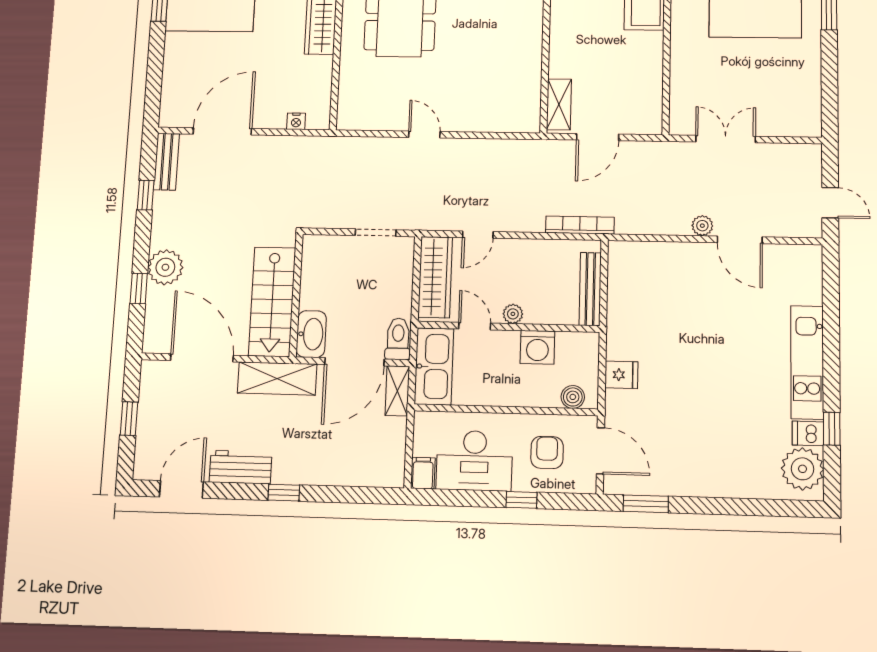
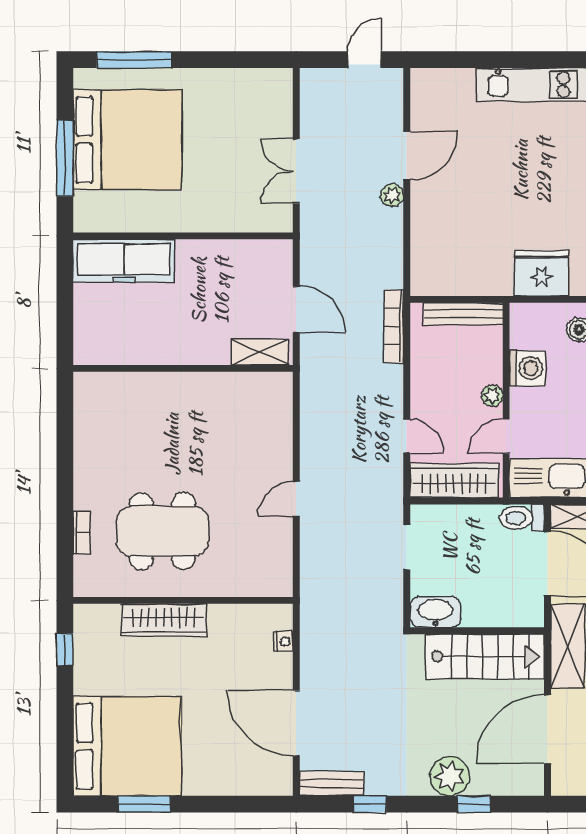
washbasin: (311, 334) -> (435, 612), moved
fridge: (621, 375) -> (542, 273), width x1.88, depth x1.34

